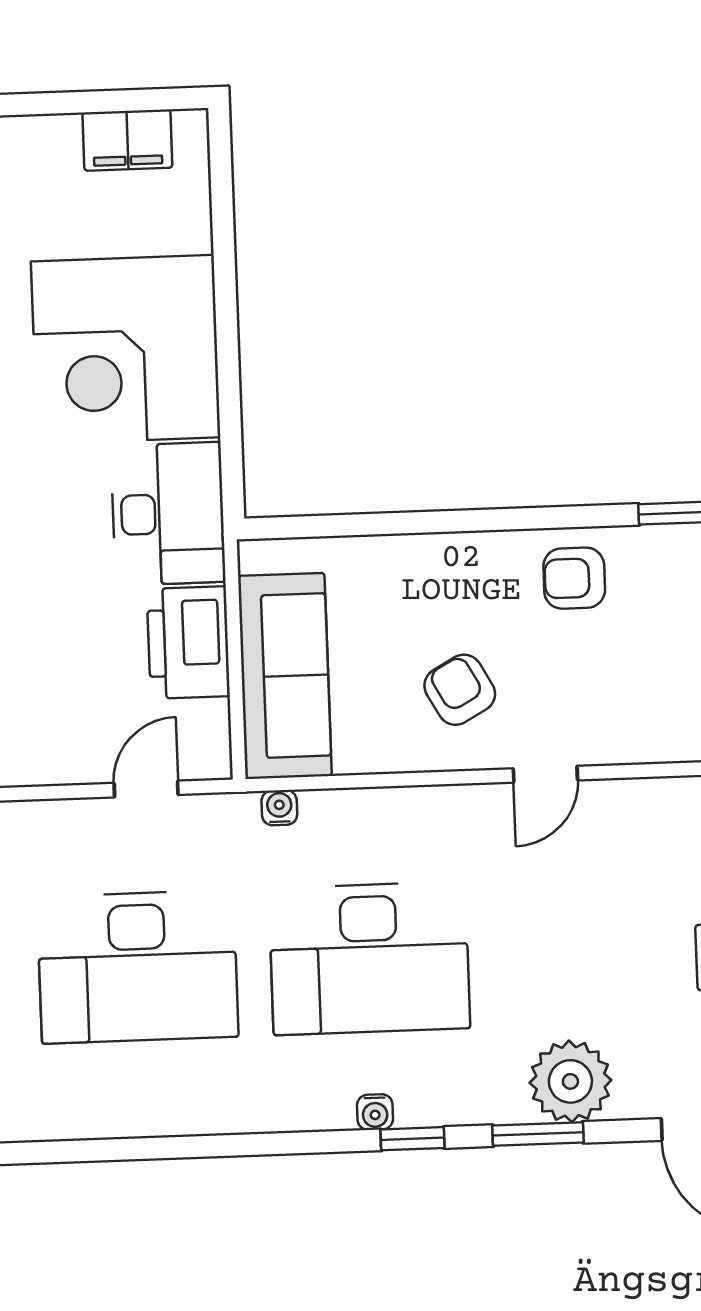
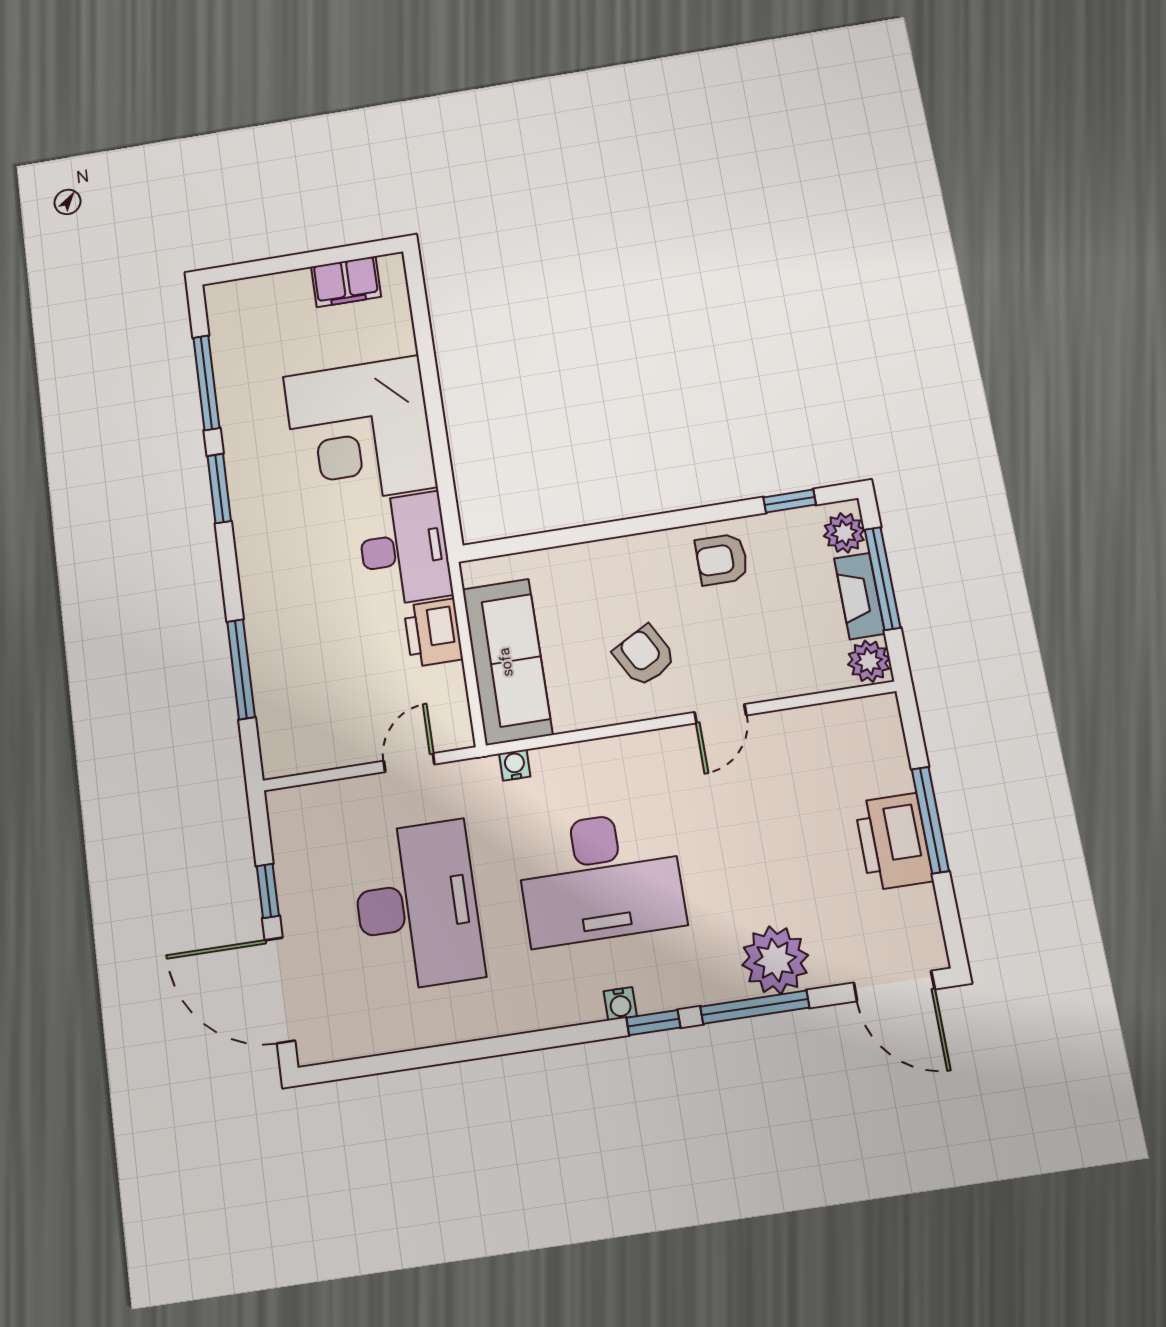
printer: (188, 642) -> (433, 633), width x0.73, depth x0.84
desk: (138, 967) -> (417, 906), turned -90
window: (538, 1134) -> (755, 1007), width x1.44

